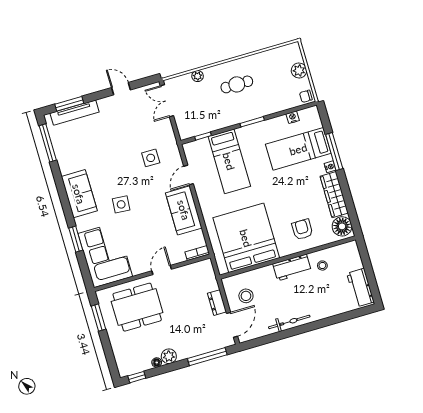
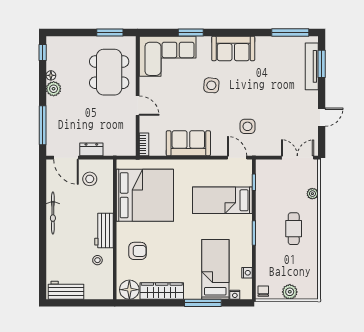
nightstand: (330, 167) -> (235, 295), moved
door: (189, 175) -> (237, 158), moved

